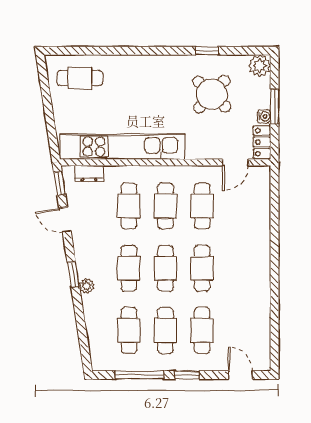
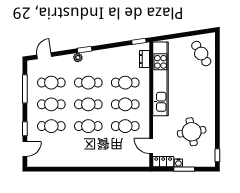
window: (207, 51) -> (217, 155), moved
plant: (260, 66) -> (209, 160), removed
cafe table: (80, 78) -> (201, 54), turned -32
round table: (212, 94) -> (192, 132), turned 37
door: (65, 220) -> (44, 56), moved
window: (187, 375) -> (25, 129), moved

